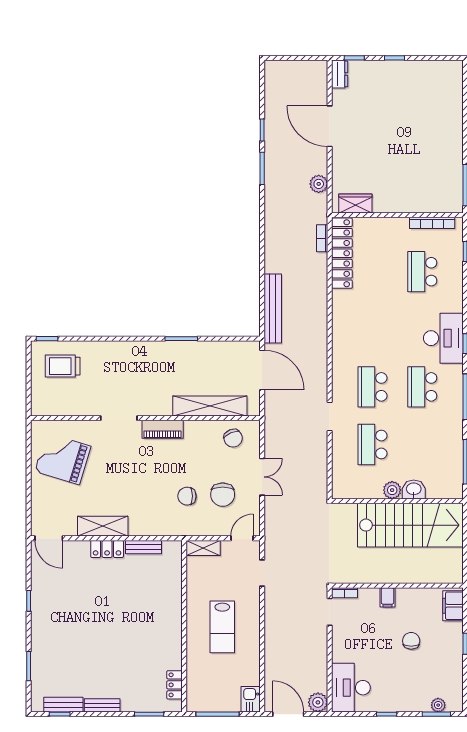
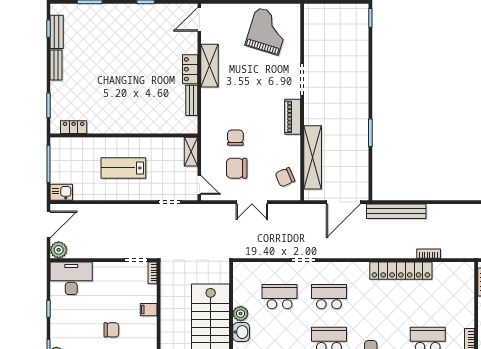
bookcase: (322, 238) -> (429, 254), moved
locker: (342, 253) -> (401, 271), moved
trolley: (63, 366) -> (347, 31), removed

